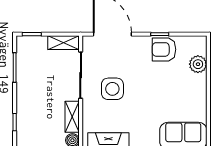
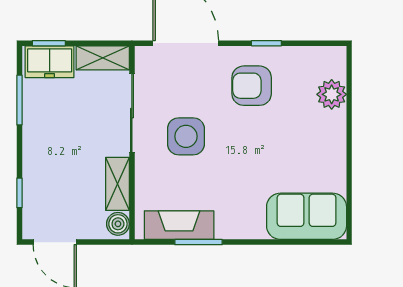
freezer: (32, 45) -> (50, 62), added
armchair: (164, 49) -> (252, 86), moved

